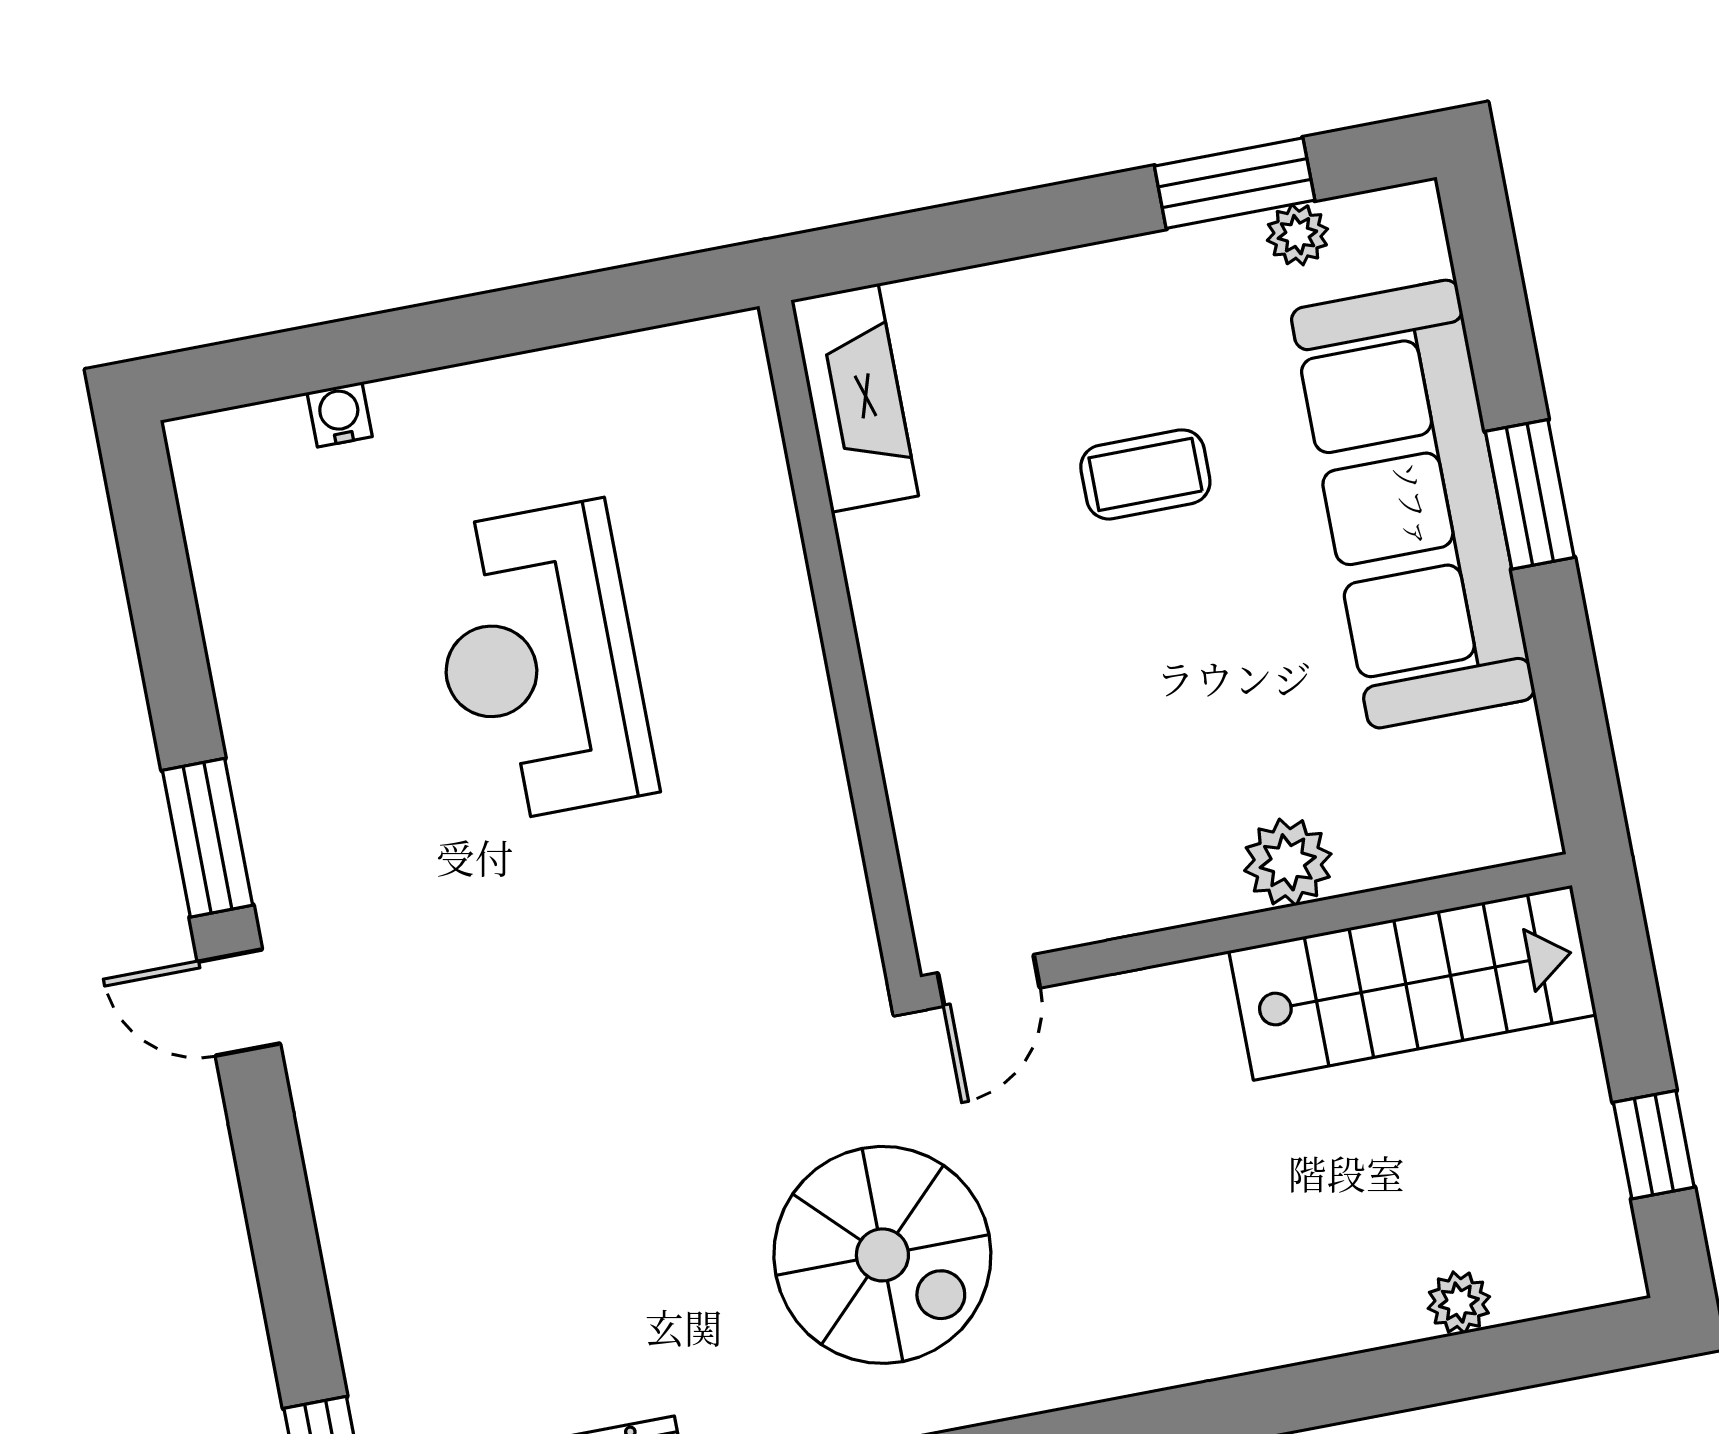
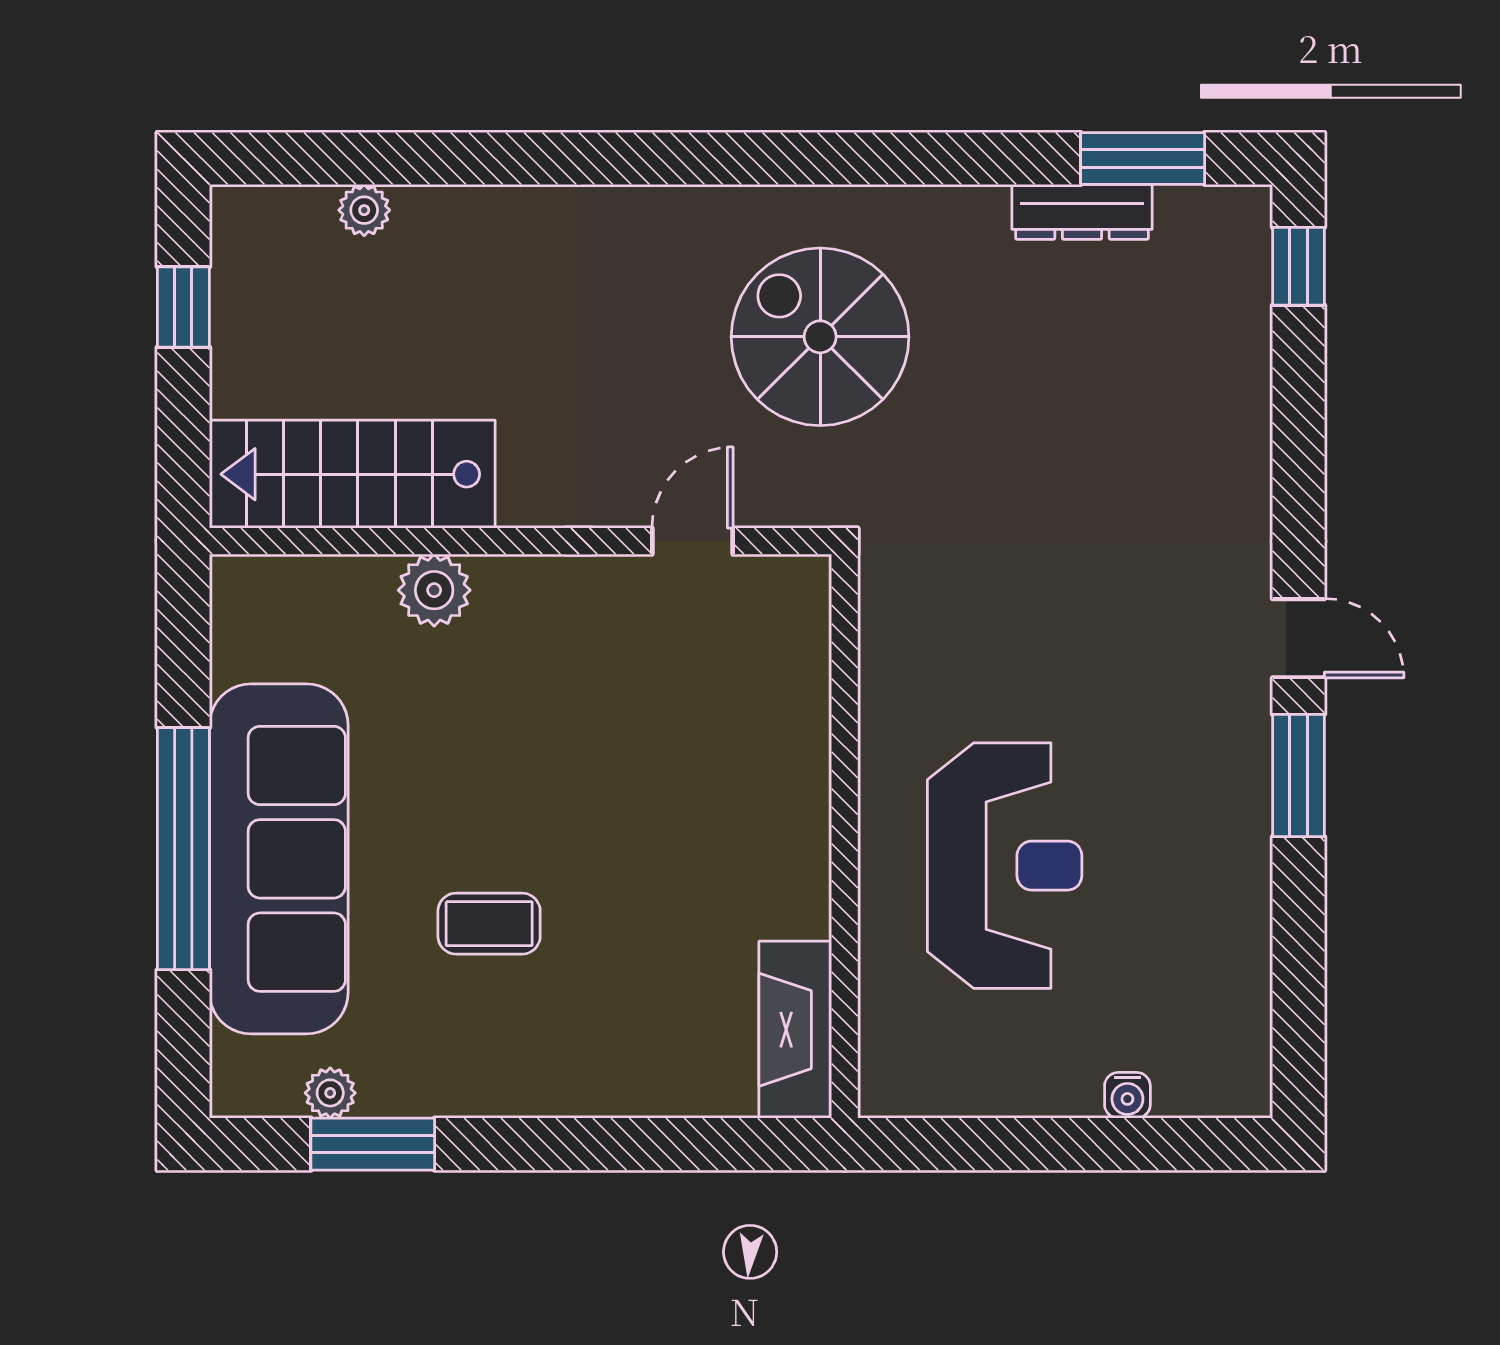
fireplace: (855, 398) -> (795, 1030), moved
window: (1530, 494) -> (183, 849), width x2.11
wall: (840, 642) -> (845, 836), moved

